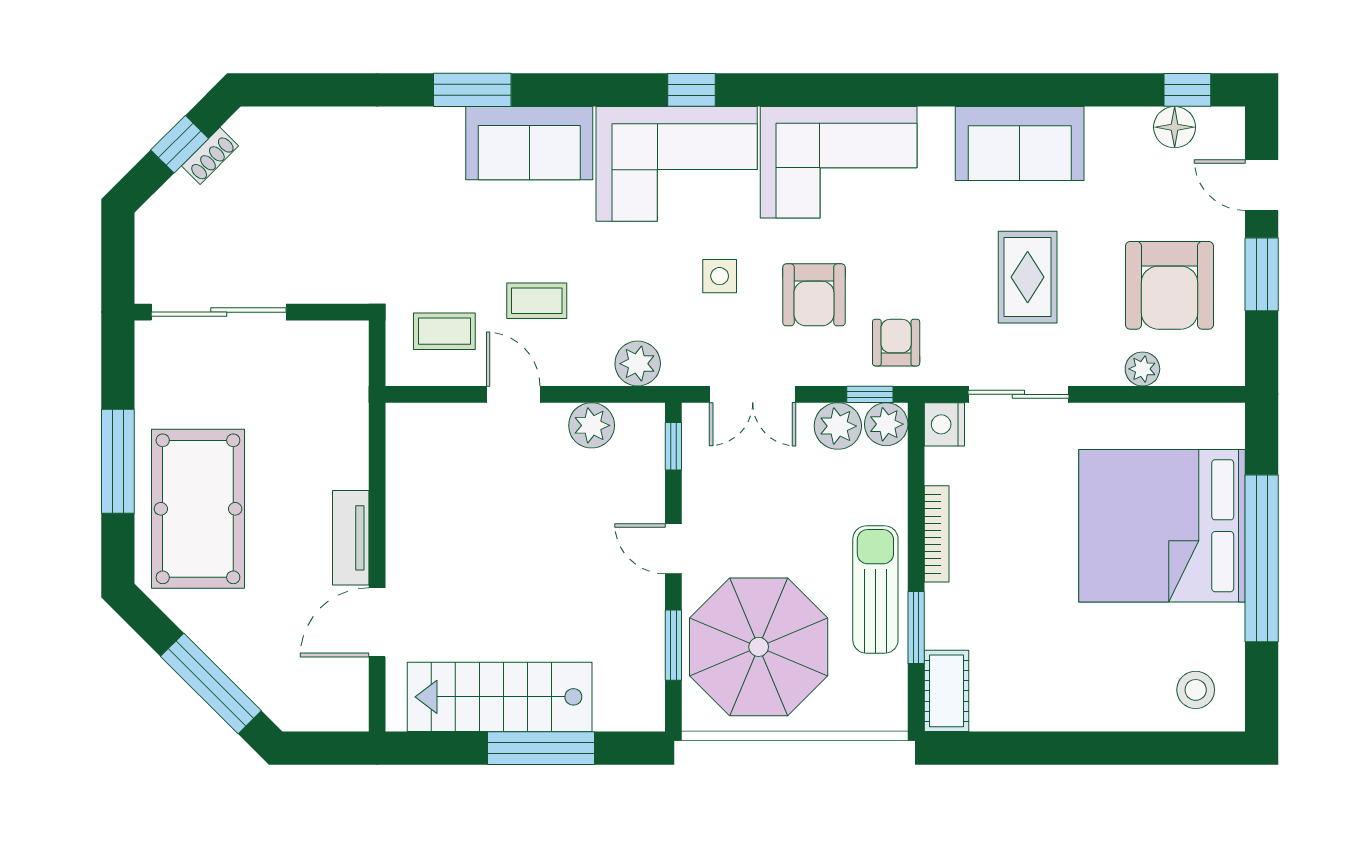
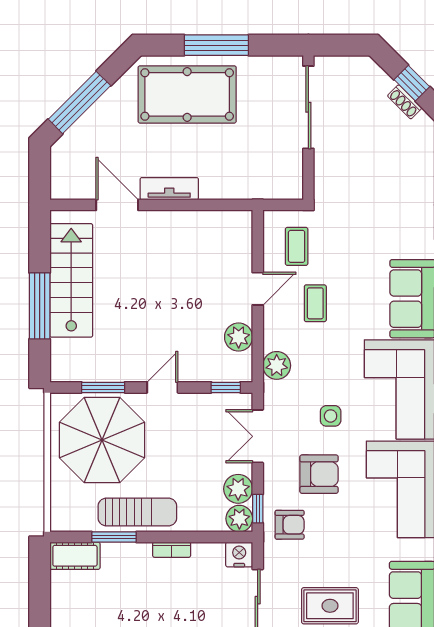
armchair: (814, 295) -> (319, 474), turned 180
bookcase: (937, 534) -> (172, 550), width x0.64

